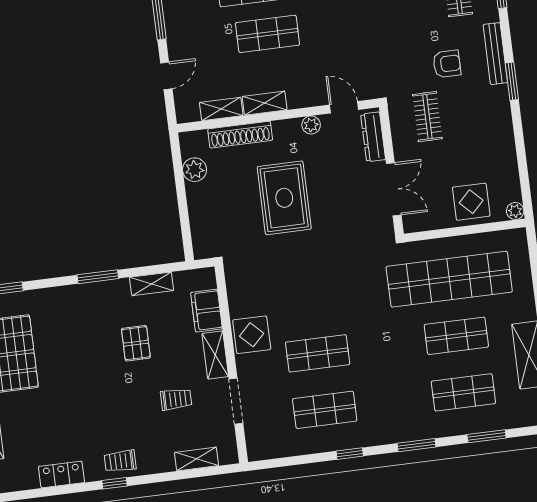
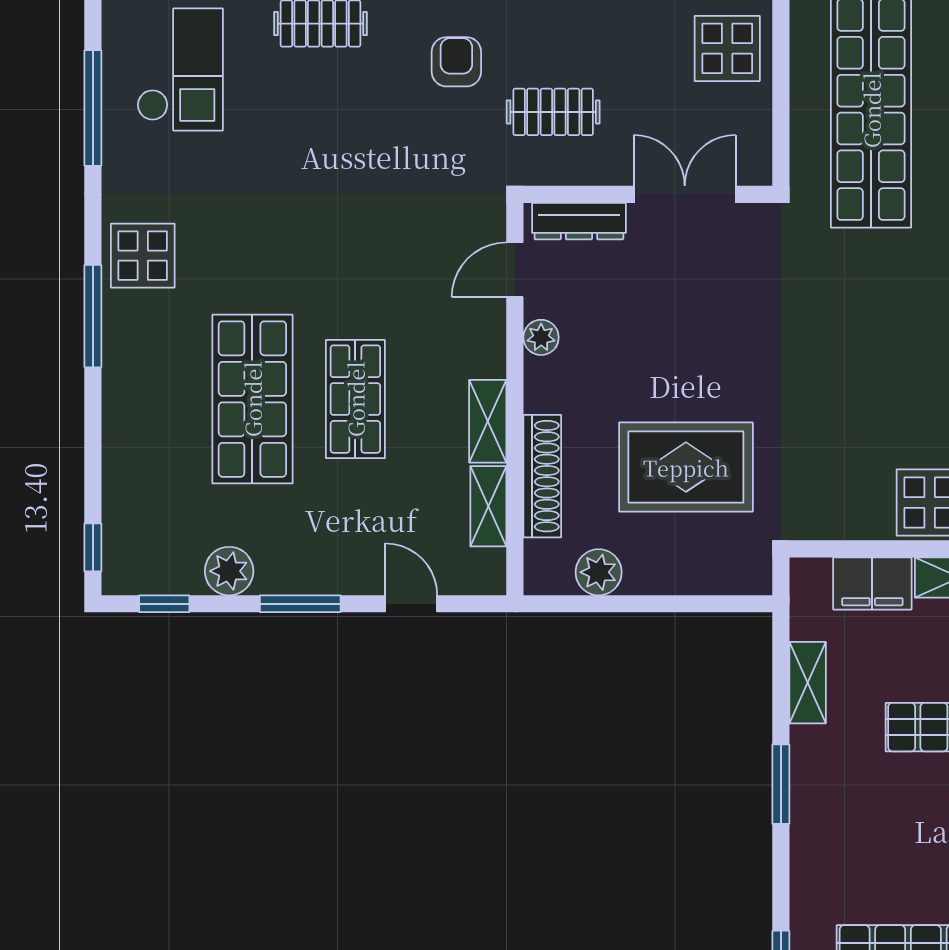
rug: (284, 198) -> (686, 467), moved

